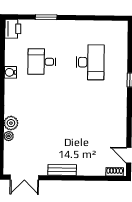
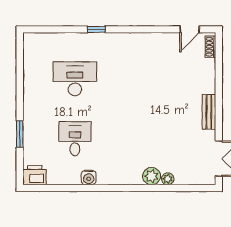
desk: (42, 62) -> (75, 139), turned 180

